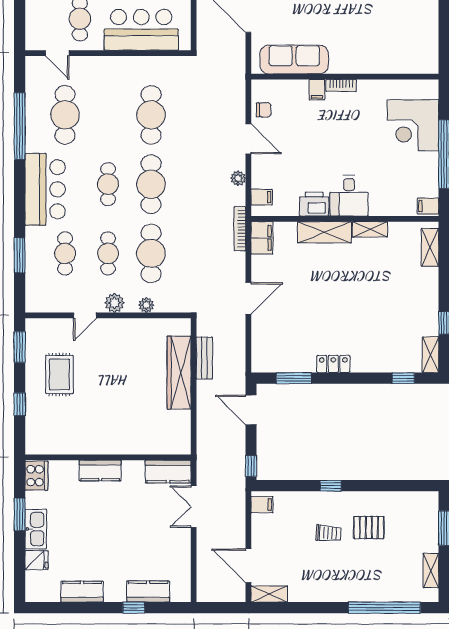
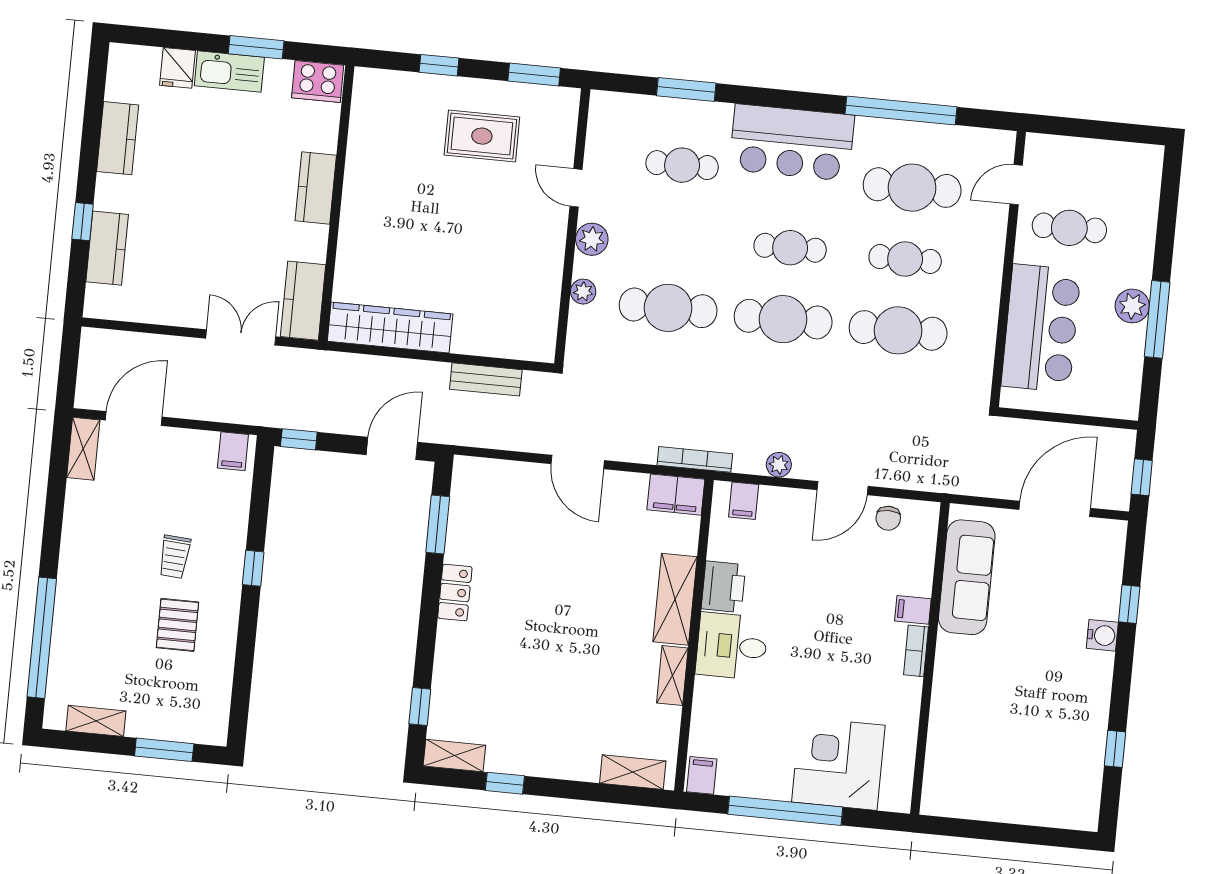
cafe table: (108, 253) -> (905, 259), moved
wardrobe: (179, 373) -> (390, 328), moved

